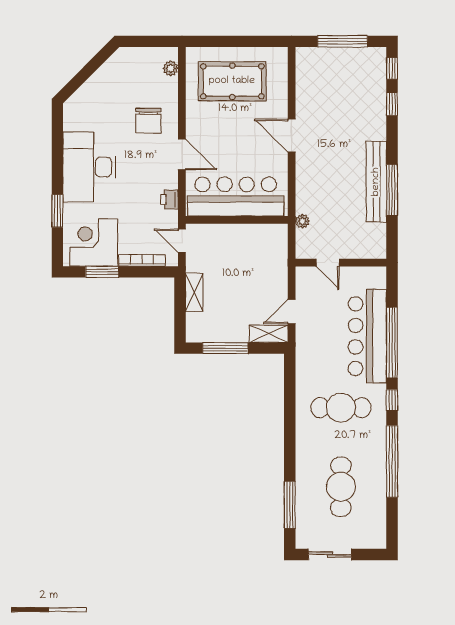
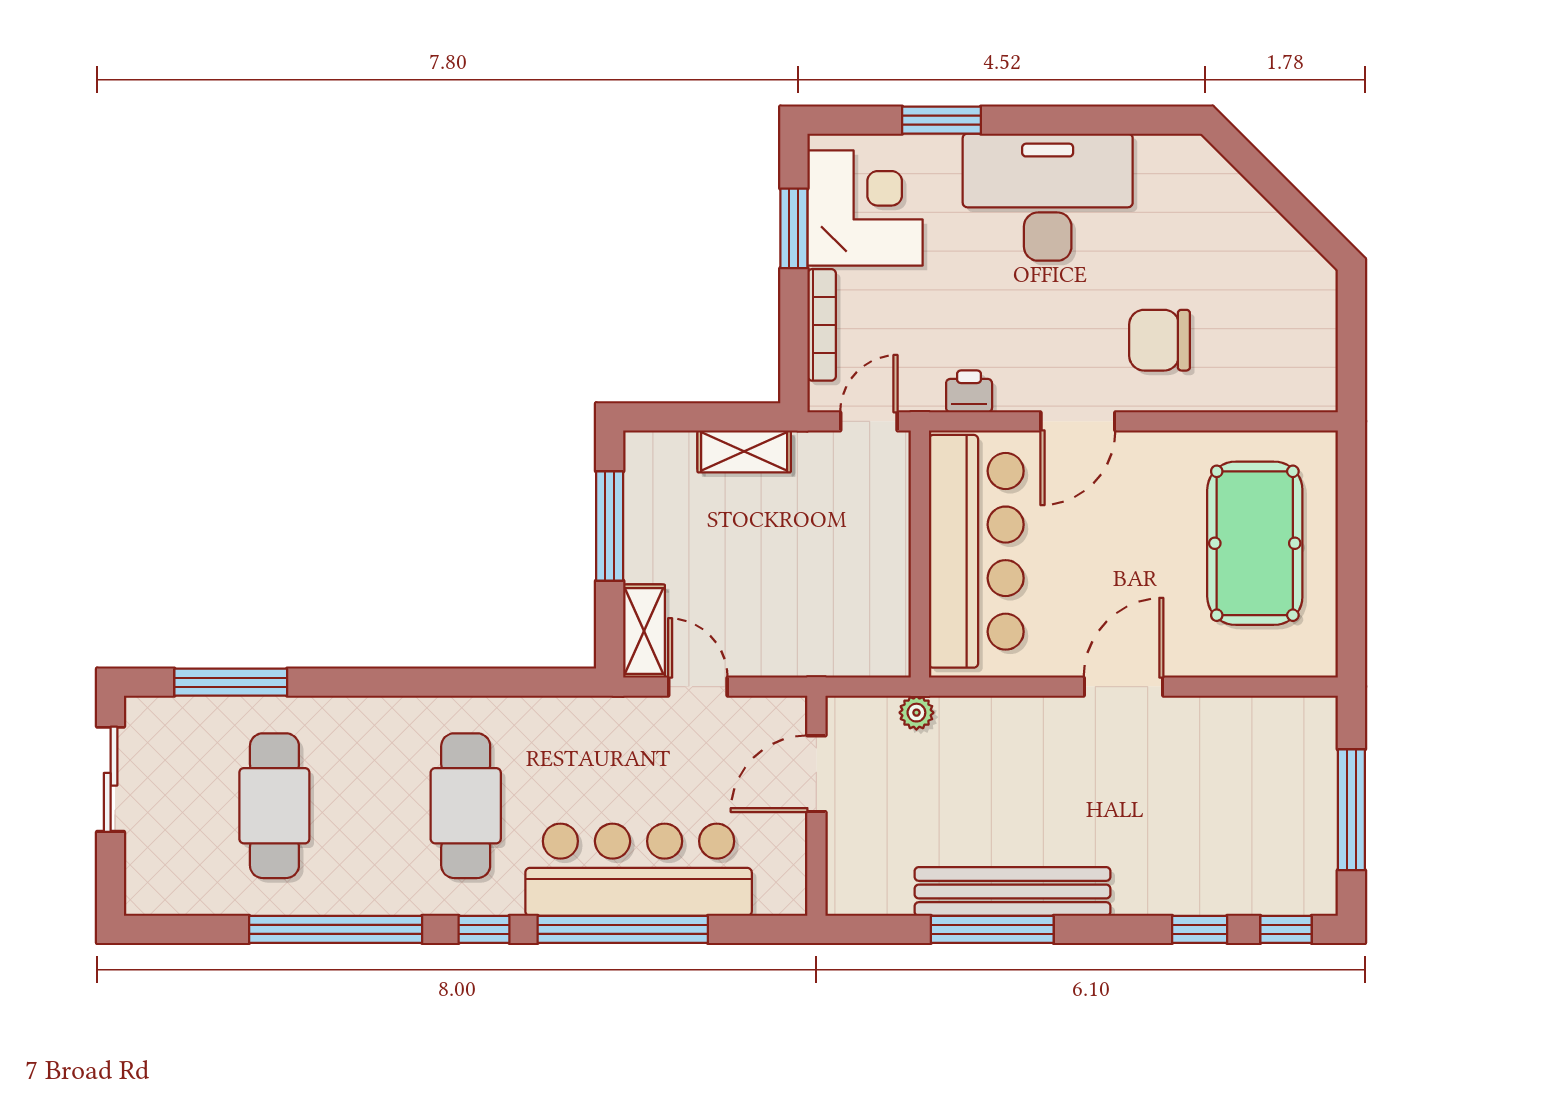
plant: (171, 68) -> (1286, 394), removed
door: (328, 263) -> (816, 774), width x1.38
cafe table: (341, 487) -> (274, 806), turned 90

